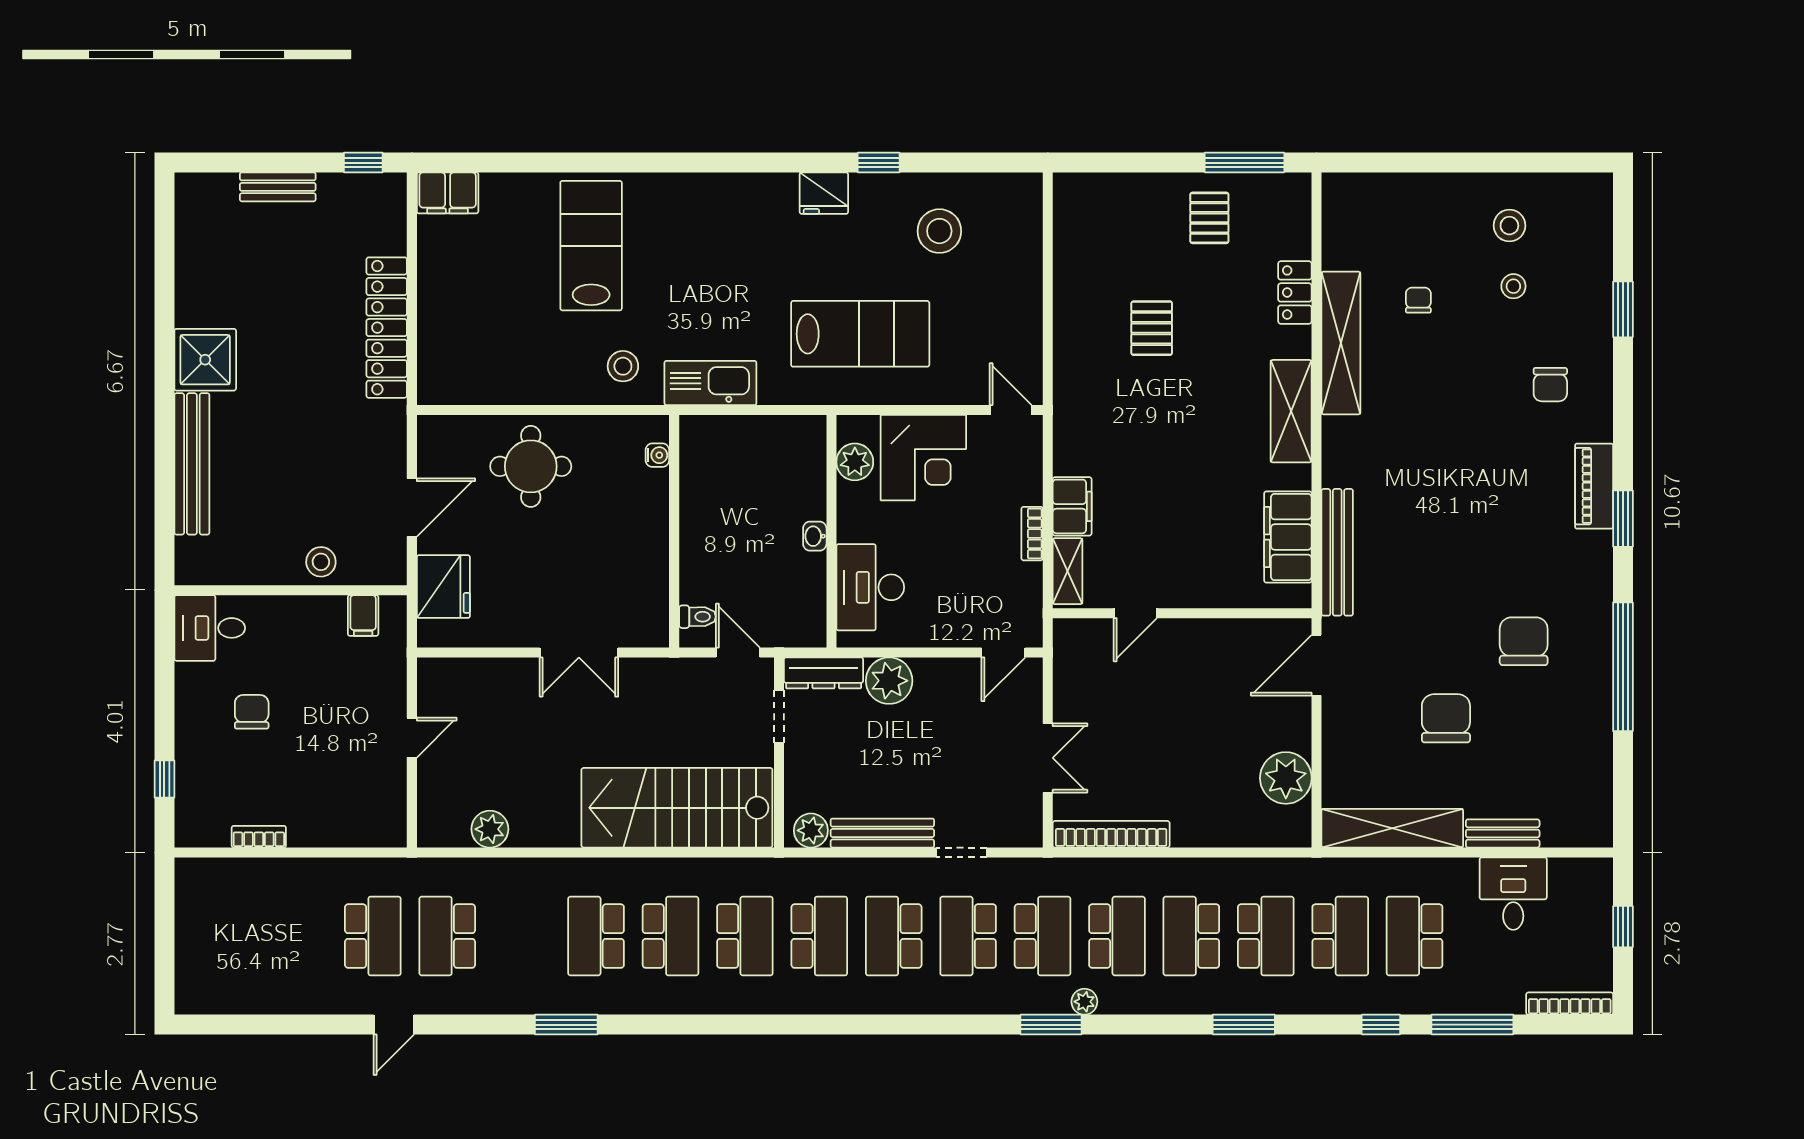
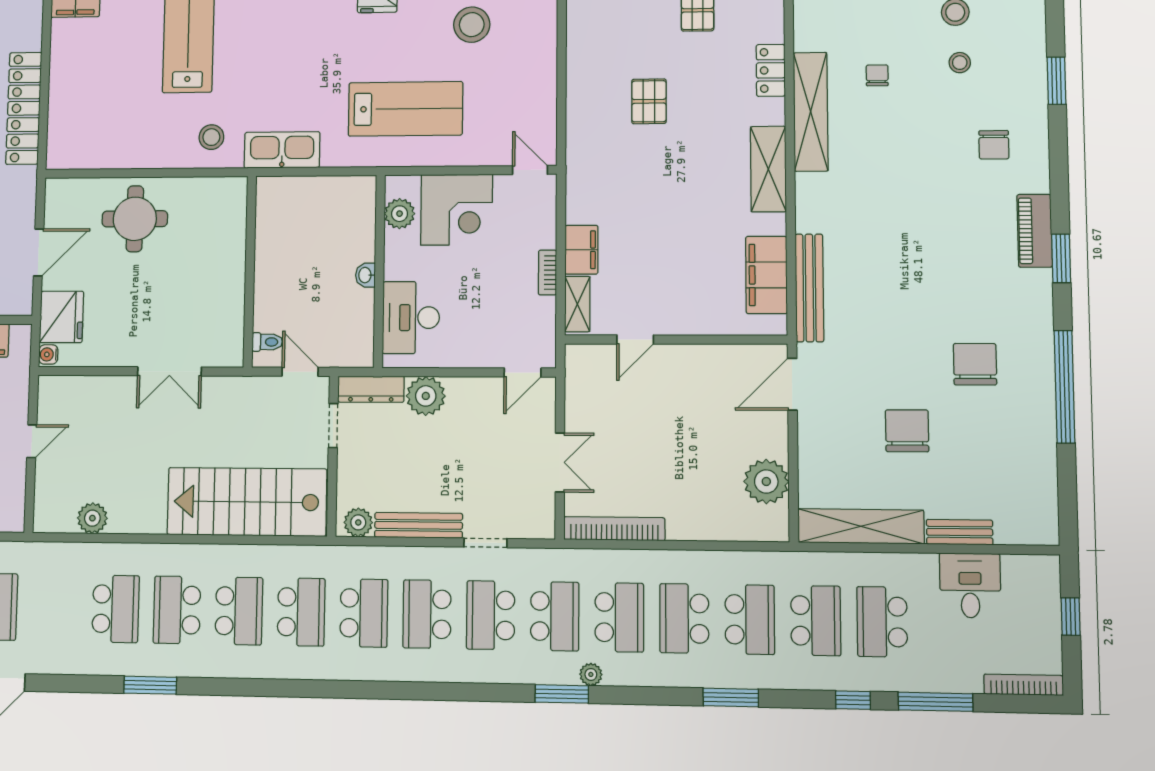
water cooler: (657, 455) -> (48, 354), moved, turned 180
school desk: (447, 936) -> (116, 609), moved, turned 180

